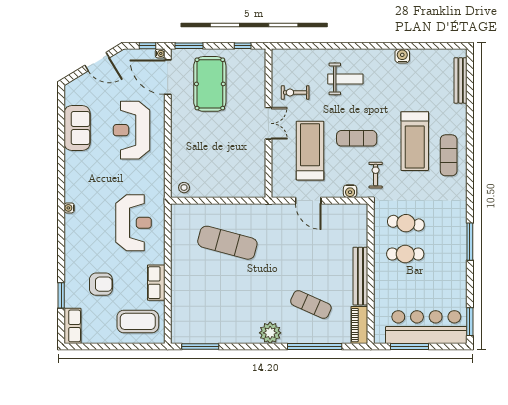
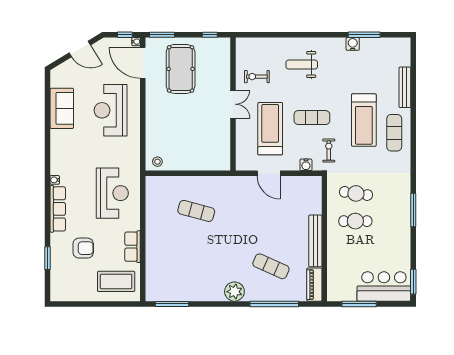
window: (415, 46) -> (364, 35), added
weight bench: (345, 79) -> (302, 64), turned 180
bench: (461, 80) -> (405, 87), moved
exercise mat: (227, 243) -> (196, 211), width x0.73, depth x0.69
row of seats: (72, 326) -> (58, 209), moved, width x1.48
bar counter: (426, 327) -> (384, 286), width x0.73

